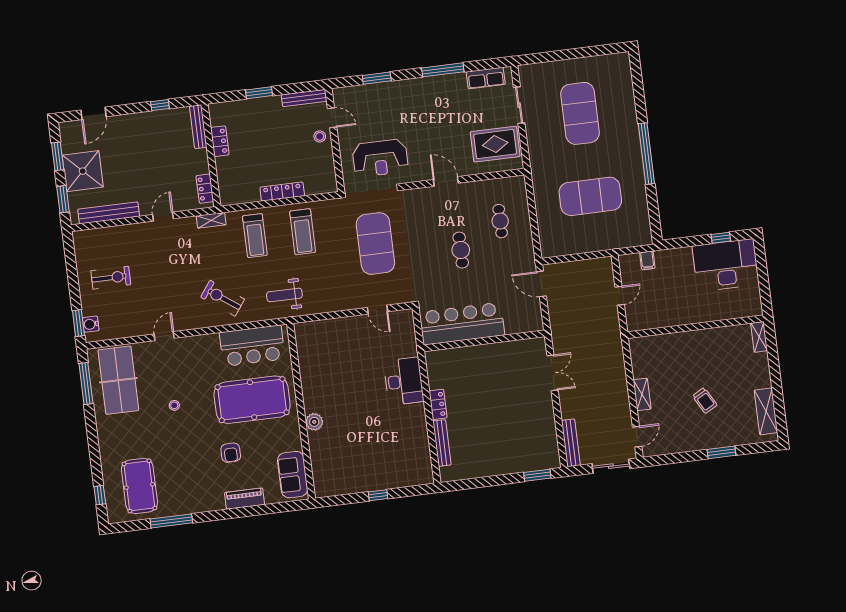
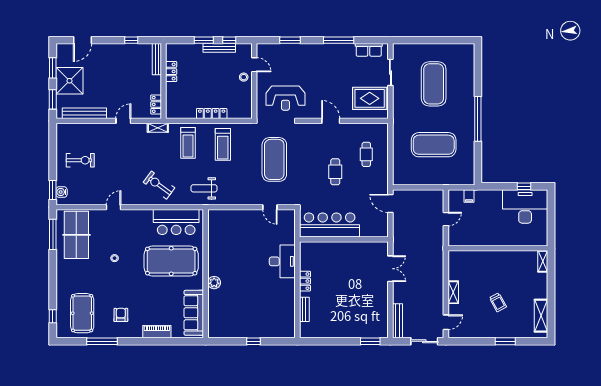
window: (294, 88) -> (229, 40), added
bench: (304, 98) -> (219, 48), moved
bench: (442, 443) -> (304, 309), width x0.73
armchair: (231, 453) -> (121, 315), moved, turned 180
sofa: (293, 475) -> (194, 313), width x1.36

